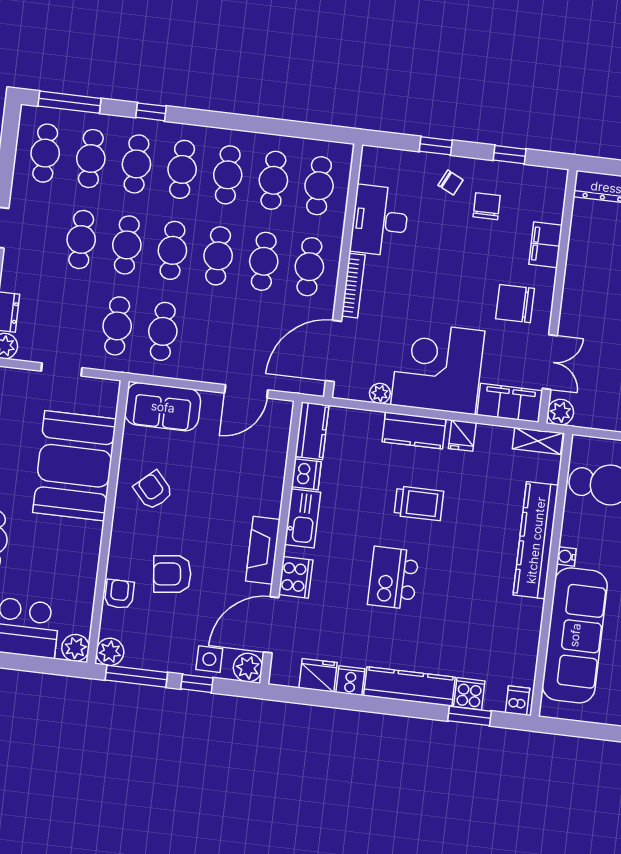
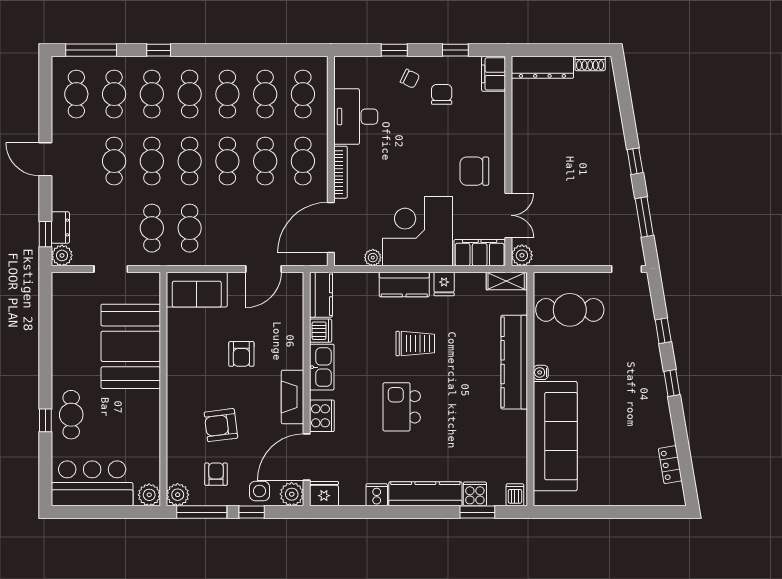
filing cabinet: (546, 245) -> (493, 74), moved
armchair: (153, 490) -> (241, 354), moved, turned -138
armchair: (119, 594) -> (216, 474), moved
fridge: (318, 675) -> (324, 494), moved

